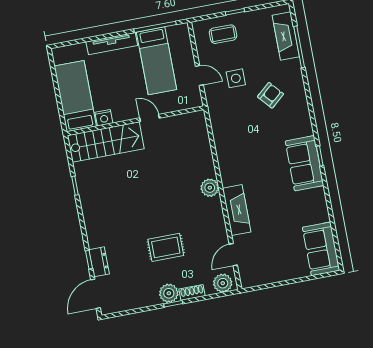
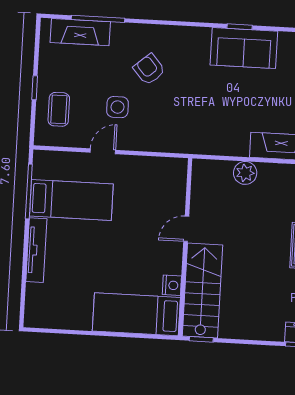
bed: (75, 96) -> (136, 314), moved
nightstand: (104, 118) -> (172, 285), moved
door: (150, 118) -> (186, 229), moved
wall: (135, 121) -> (185, 247), moved
stairs: (106, 142) -> (203, 291), moved

